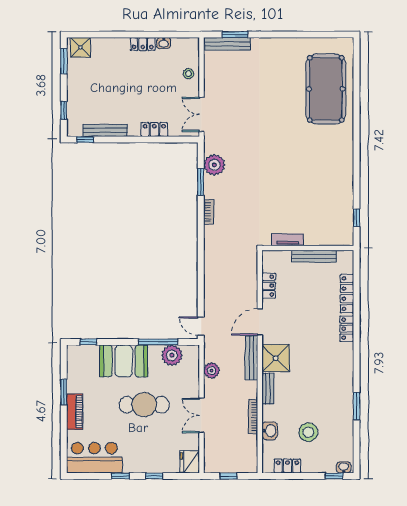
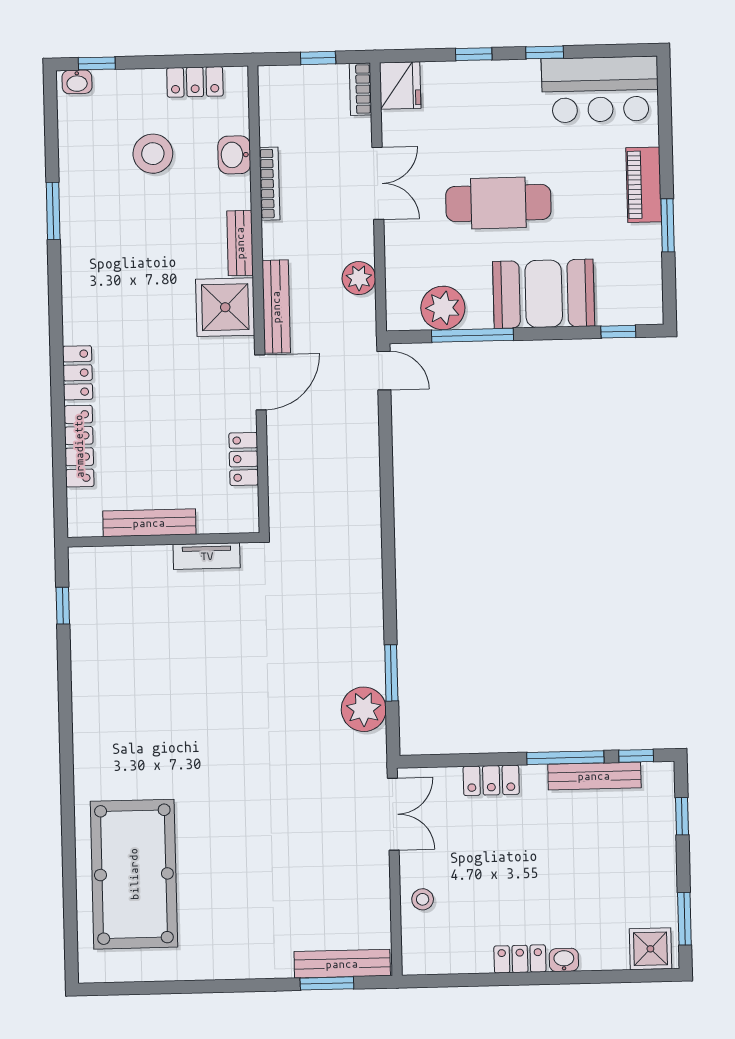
washbasin: (164, 43) -> (564, 960), moved
window: (119, 139) -> (565, 758), added
bookcase: (209, 212) -> (360, 89), moved

